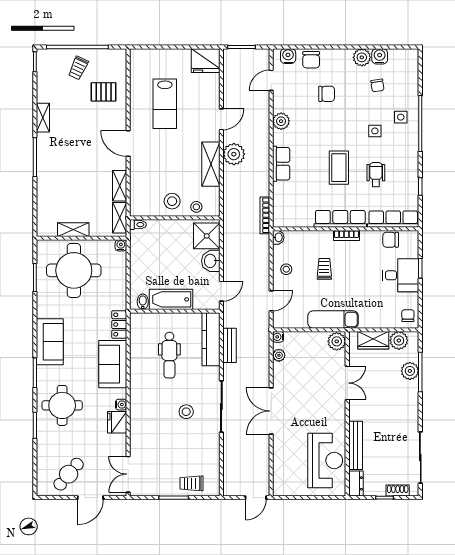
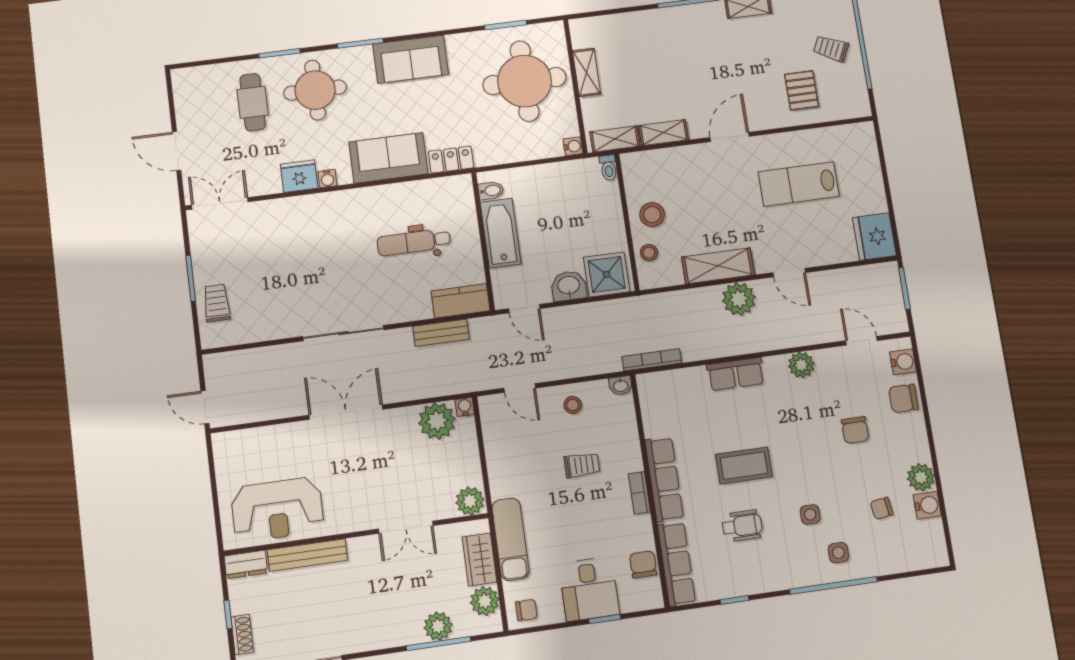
exam couch: (333, 319) -> (510, 539), moved
kitchen counter: (211, 339) -> (461, 301), width x0.67
plant: (279, 355) -> (437, 421), width x1.88, depth x1.88
stool: (186, 412) -> (329, 280), removed
cafe table: (69, 474) -> (253, 102), moved, turned 50

